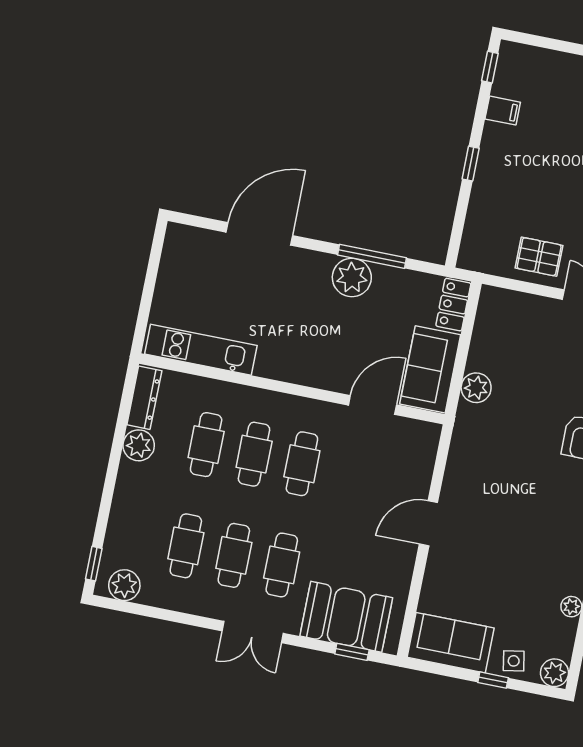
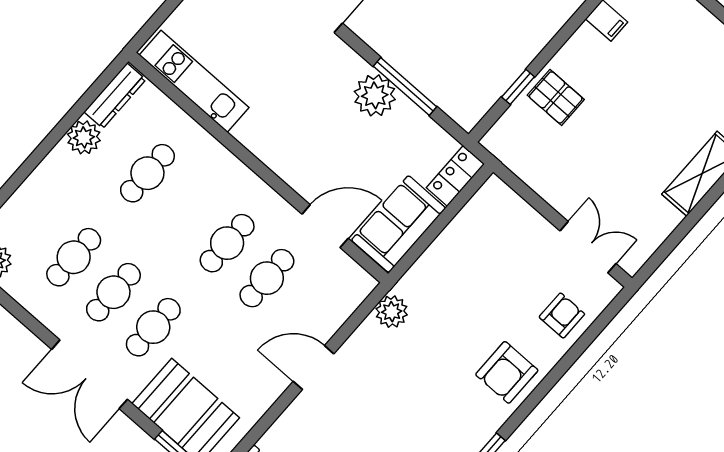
window: (471, 164) -> (518, 87), moved
pallet: (539, 257) -> (556, 97), moved
plant: (476, 388) -> (392, 312), moved
cafe table: (254, 454) -> (267, 278), moved
double door: (253, 632) -> (90, 374), width x1.37

